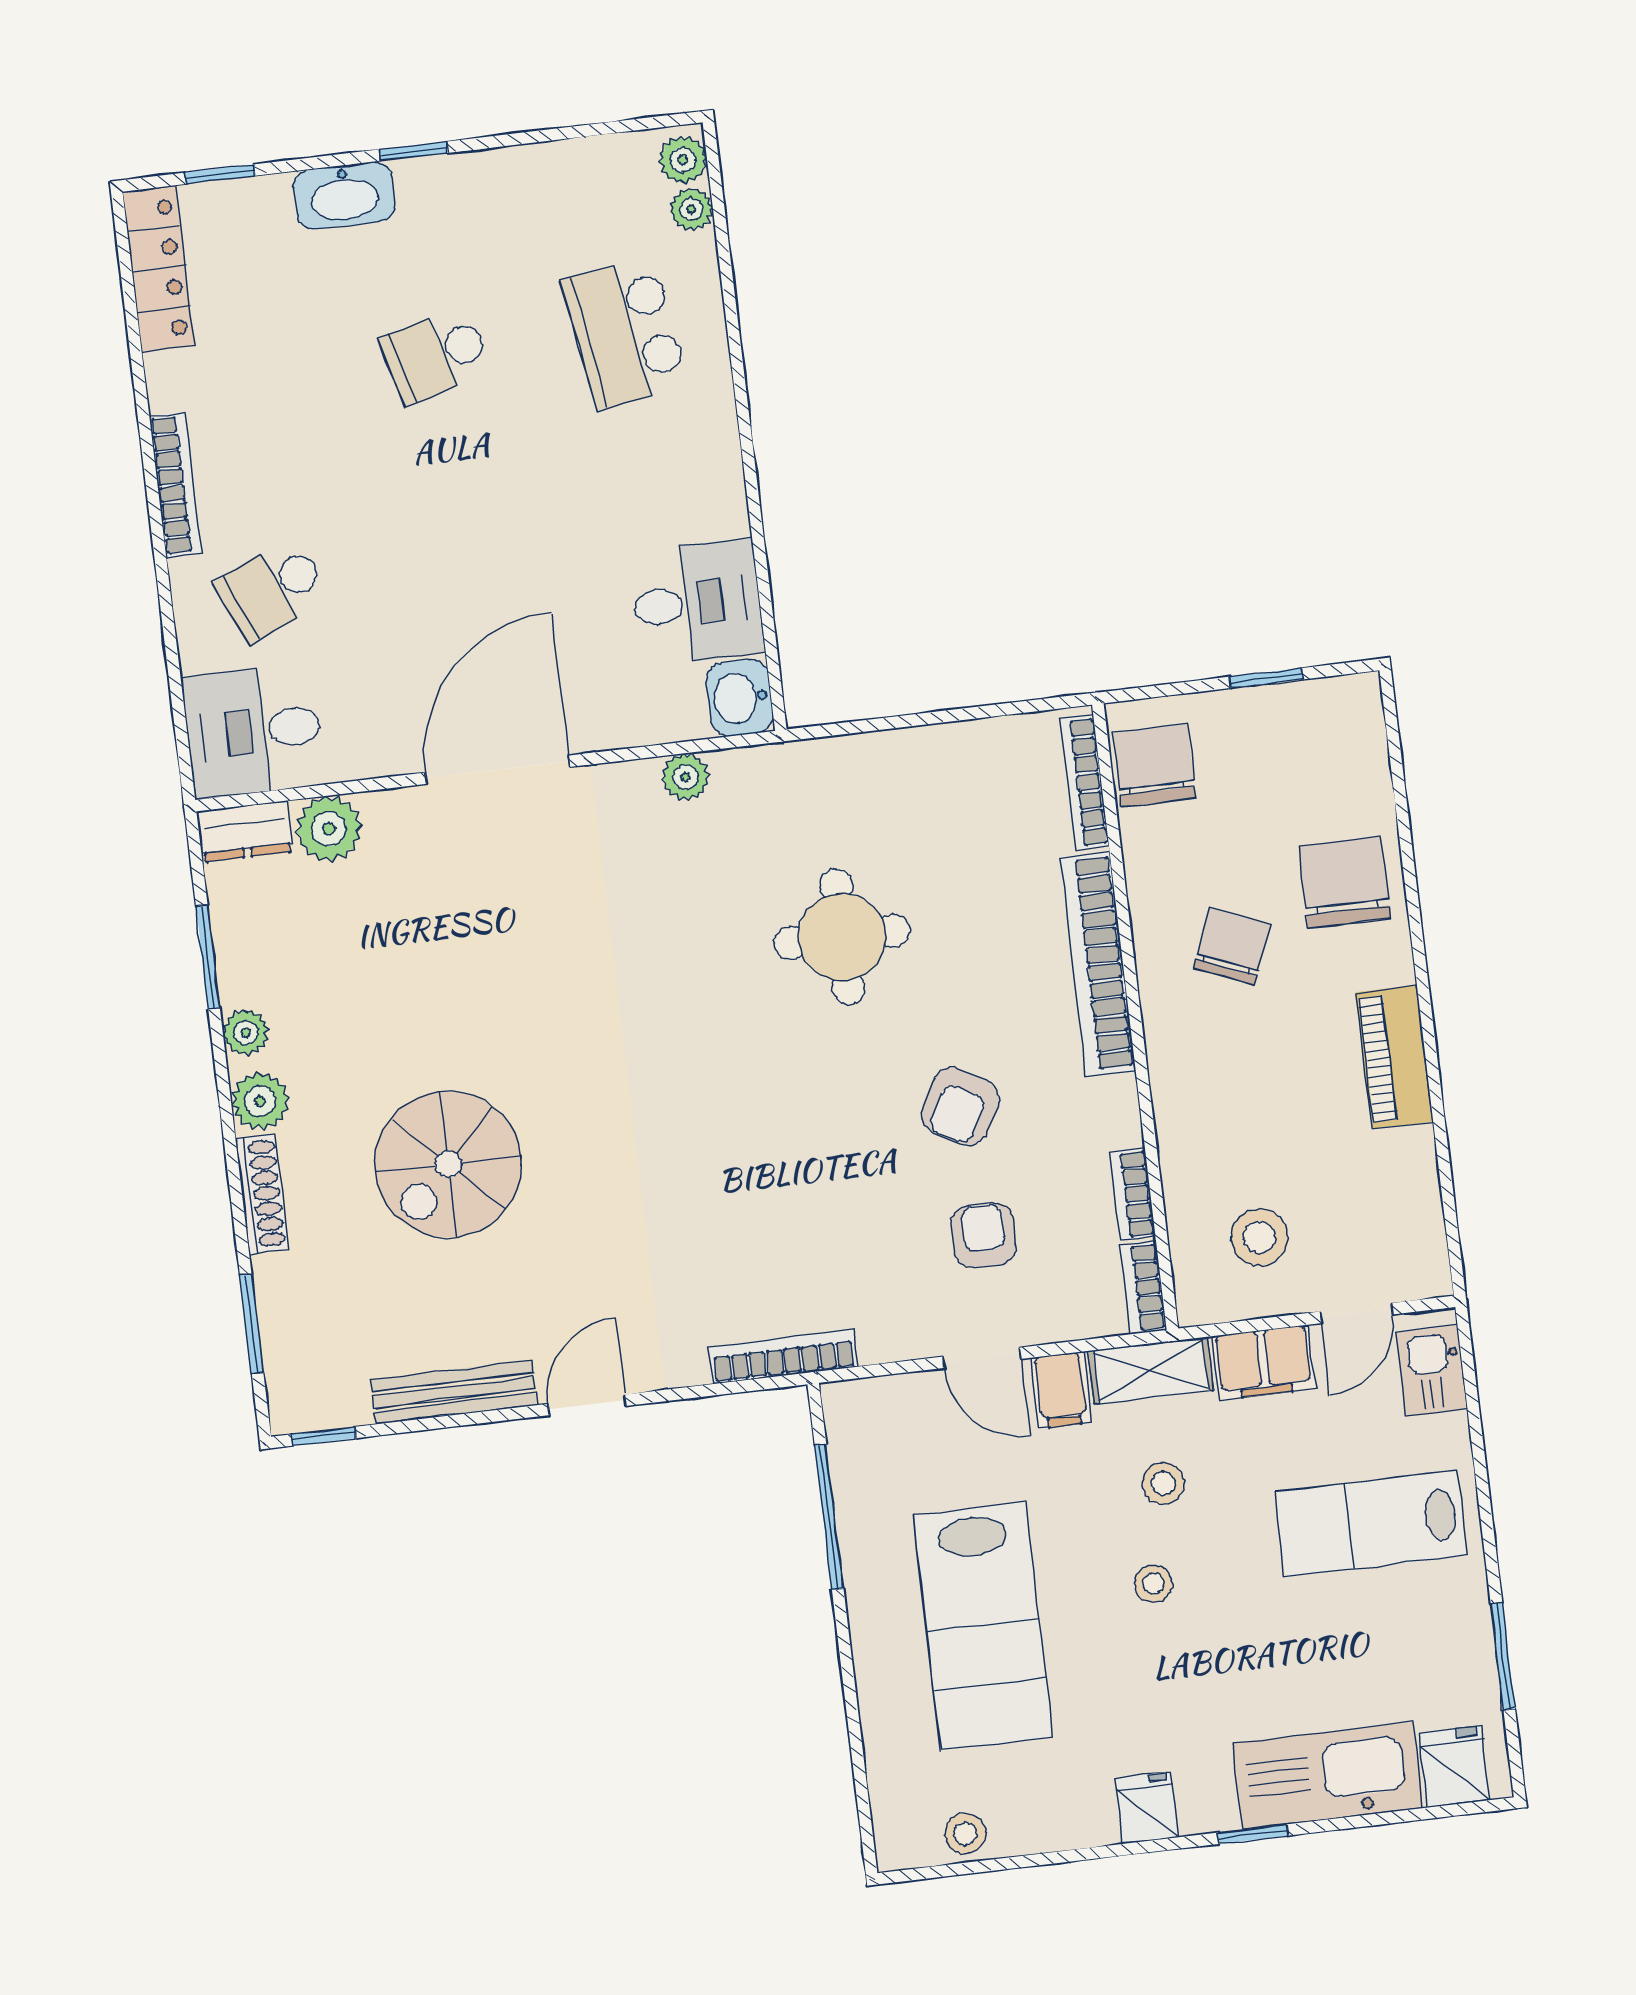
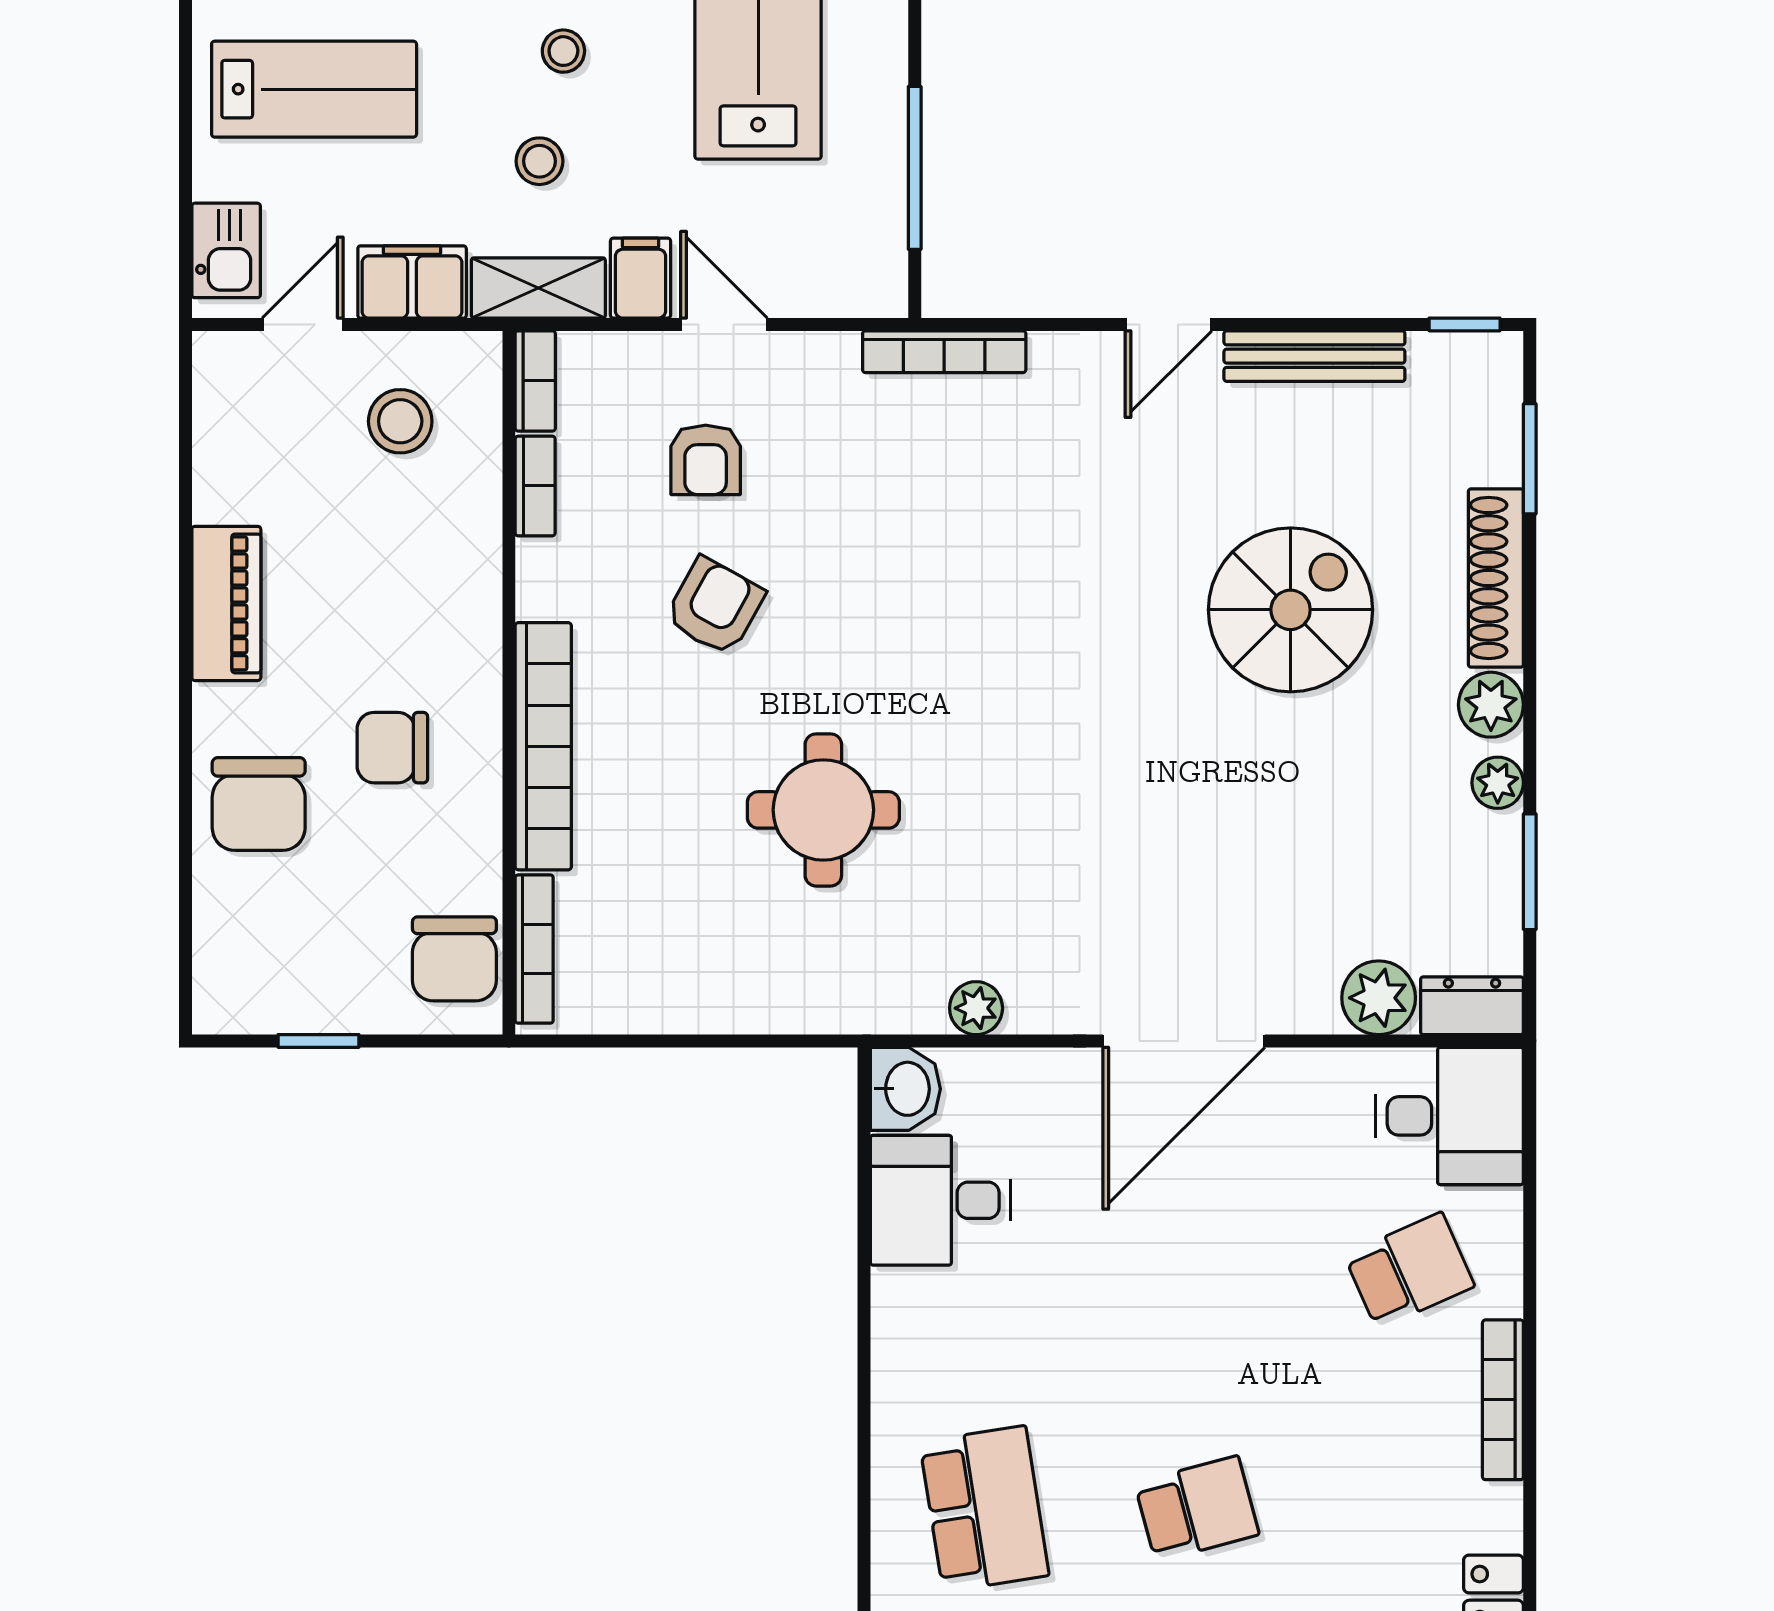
chair: (1232, 947) -> (392, 748), turned 68
shoe rack: (262, 1194) -> (1496, 578), width x1.36, depth x1.24

